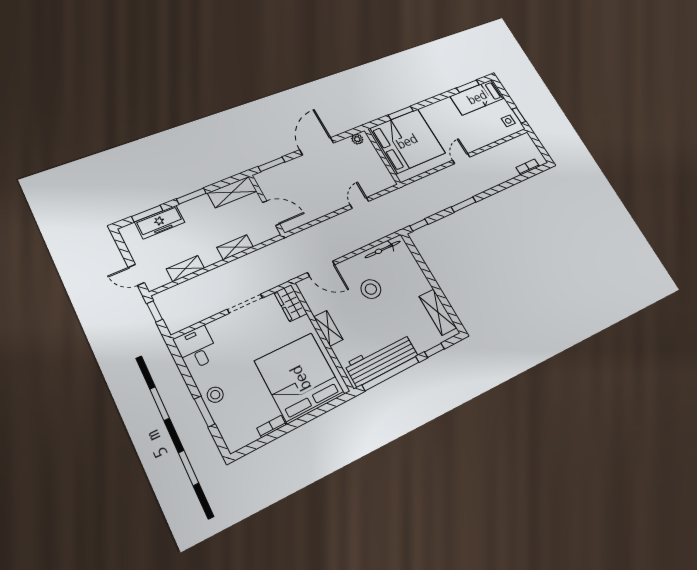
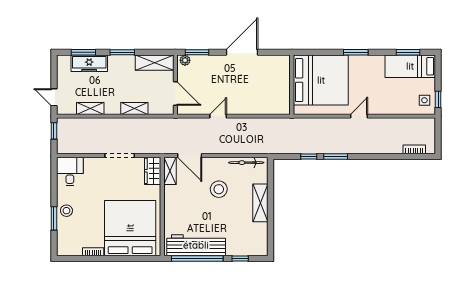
window: (401, 113) -> (356, 52), moved
plant: (357, 139) -> (185, 60), moved
door: (359, 203) -> (218, 116), moved
window: (419, 225) -> (309, 156), moved
shelving: (438, 312) -> (260, 203), moved
shelving: (328, 328) -> (170, 171), moved

